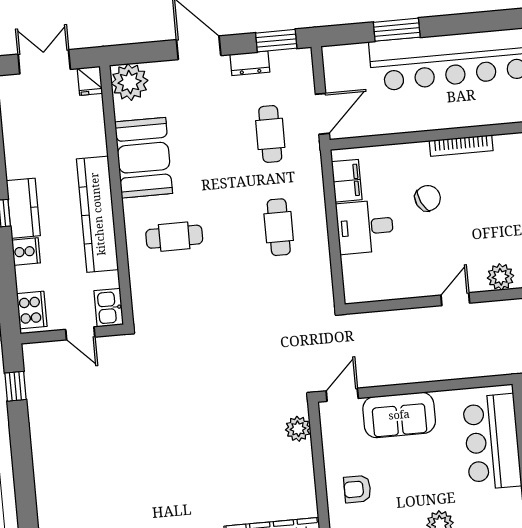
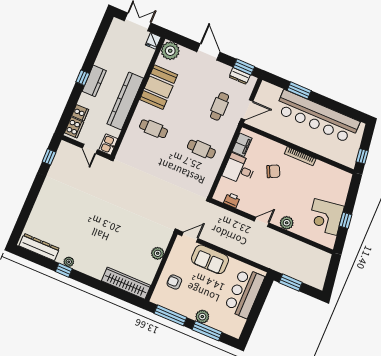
dresser: (250, 63) -> (240, 76), moved
cafe table: (279, 227) -> (201, 149), turned 90
cooker: (26, 252) -> (80, 113), moved
printer: (382, 289) -> (232, 200), added
plant: (298, 429) -> (158, 253), moved

